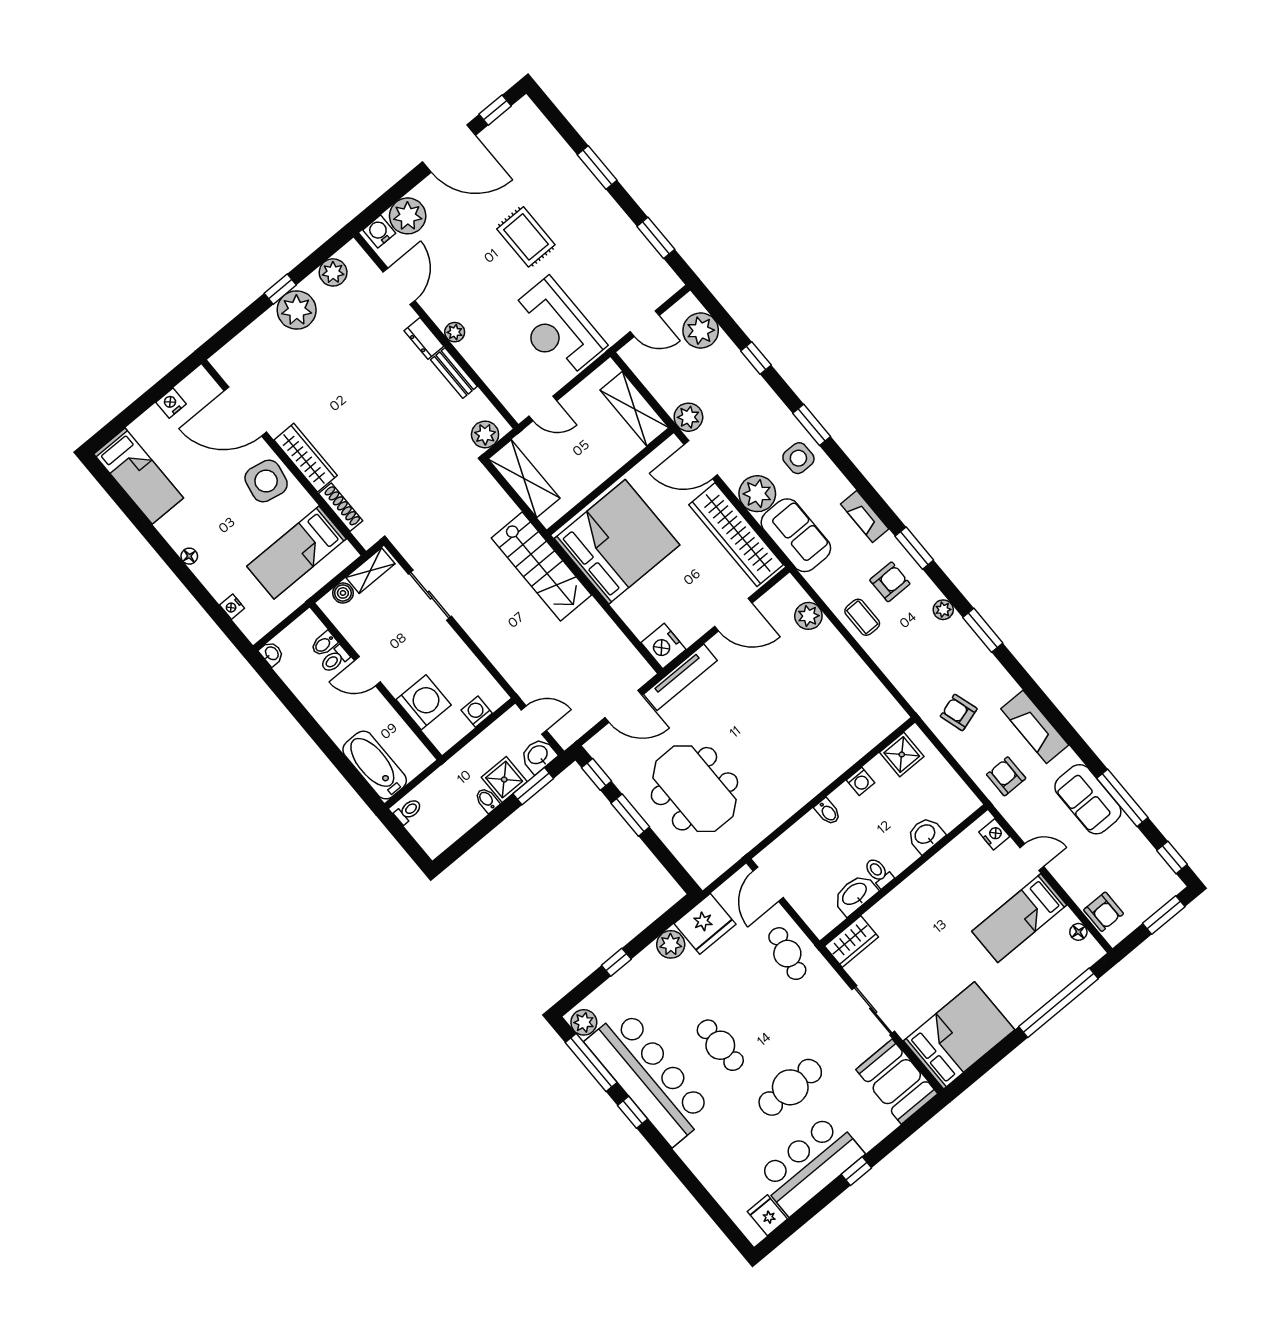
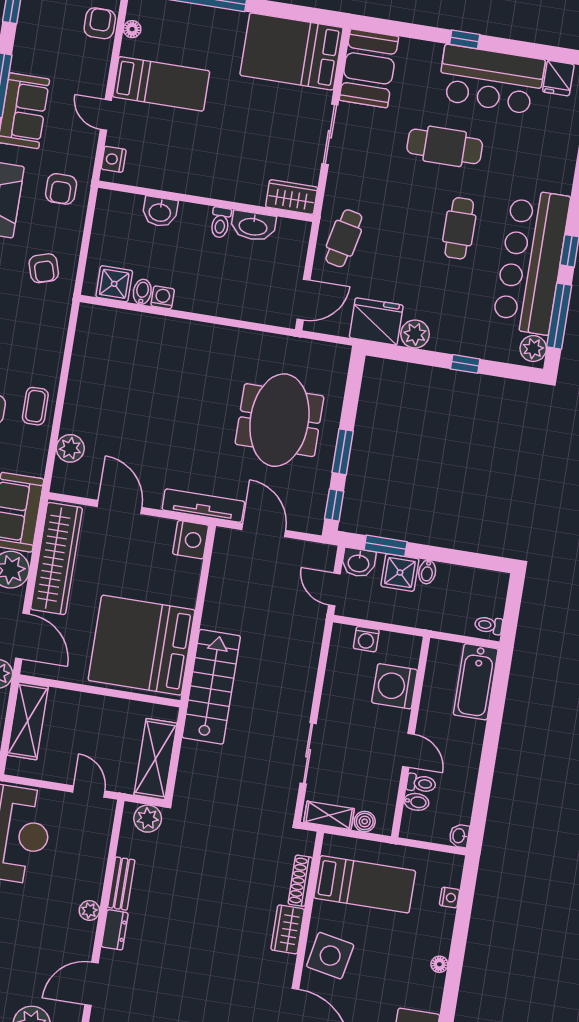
wardrobe: (306, 458) -> (288, 929), width x0.67
bidet: (828, 812) -> (142, 292), moved

